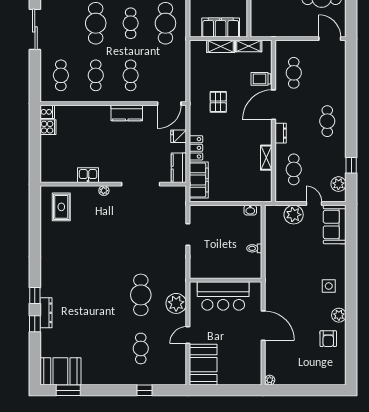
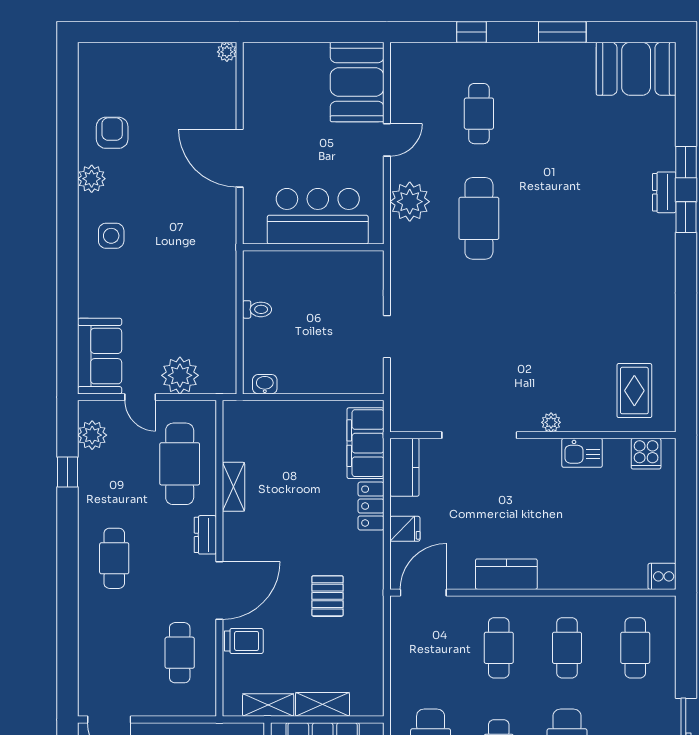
cooker: (48, 127) -> (646, 454), moved, turned -90
cafe table: (294, 169) -> (180, 464), width x1.37, depth x1.35
dresser: (46, 313) -> (664, 192), width x0.70
window: (68, 390) -> (562, 32), moved

